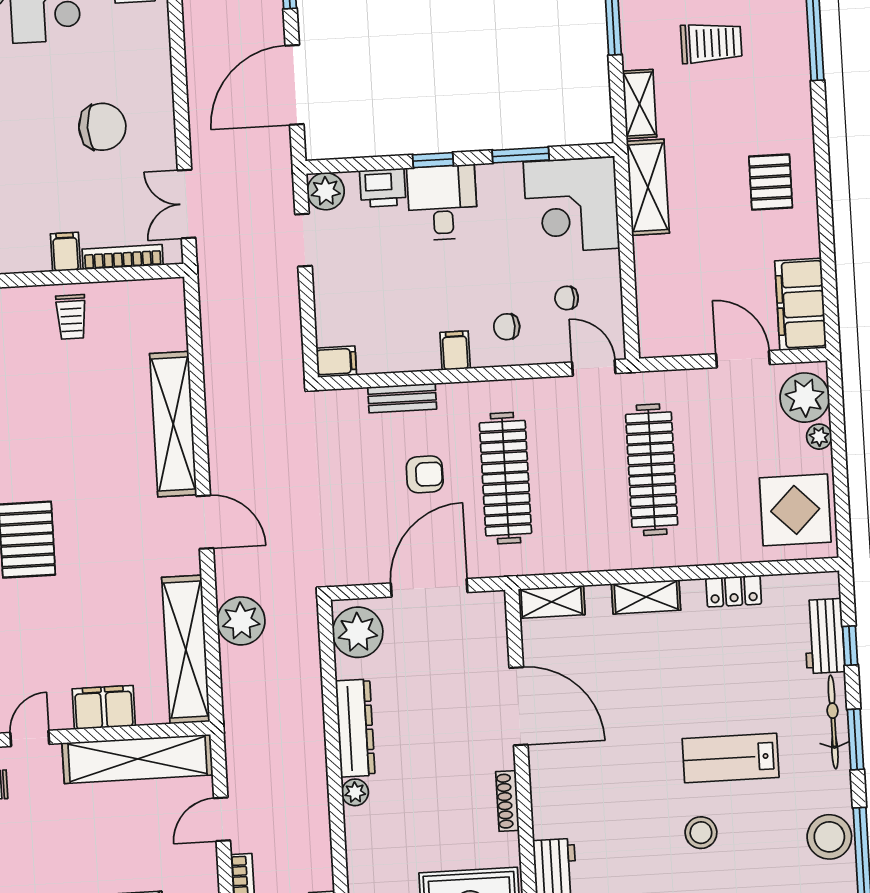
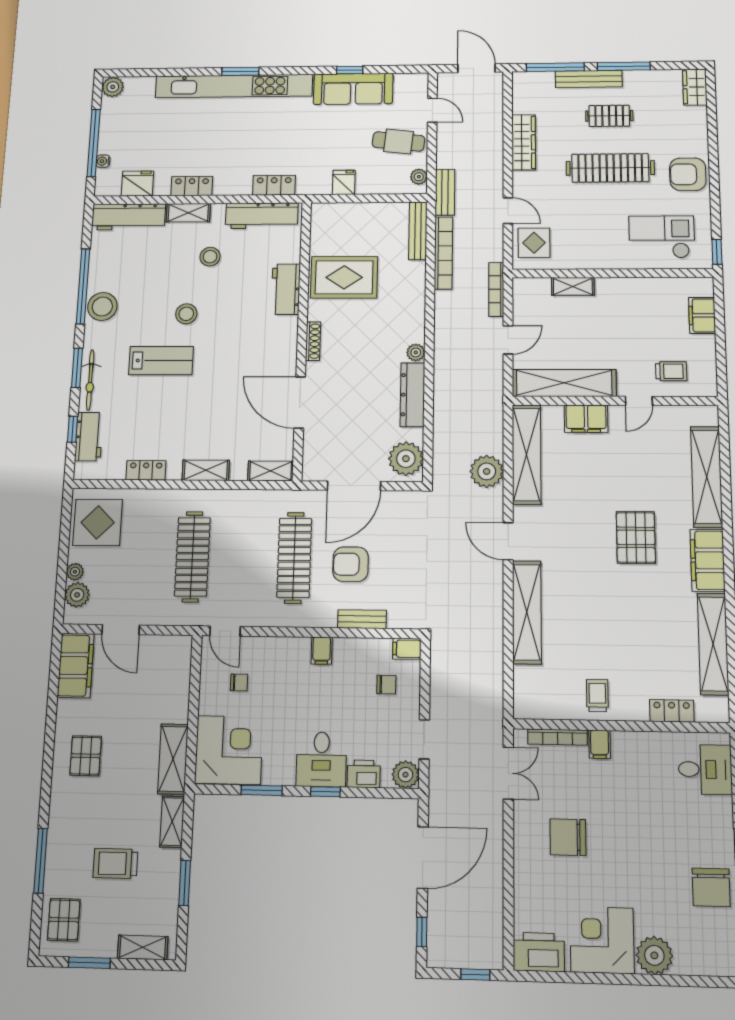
chair: (507, 327) -> (386, 685), moved
plant: (805, 398) -> (77, 595), width x0.73, depth x0.73
armchair: (425, 474) -> (351, 564), width x1.38, depth x1.38

